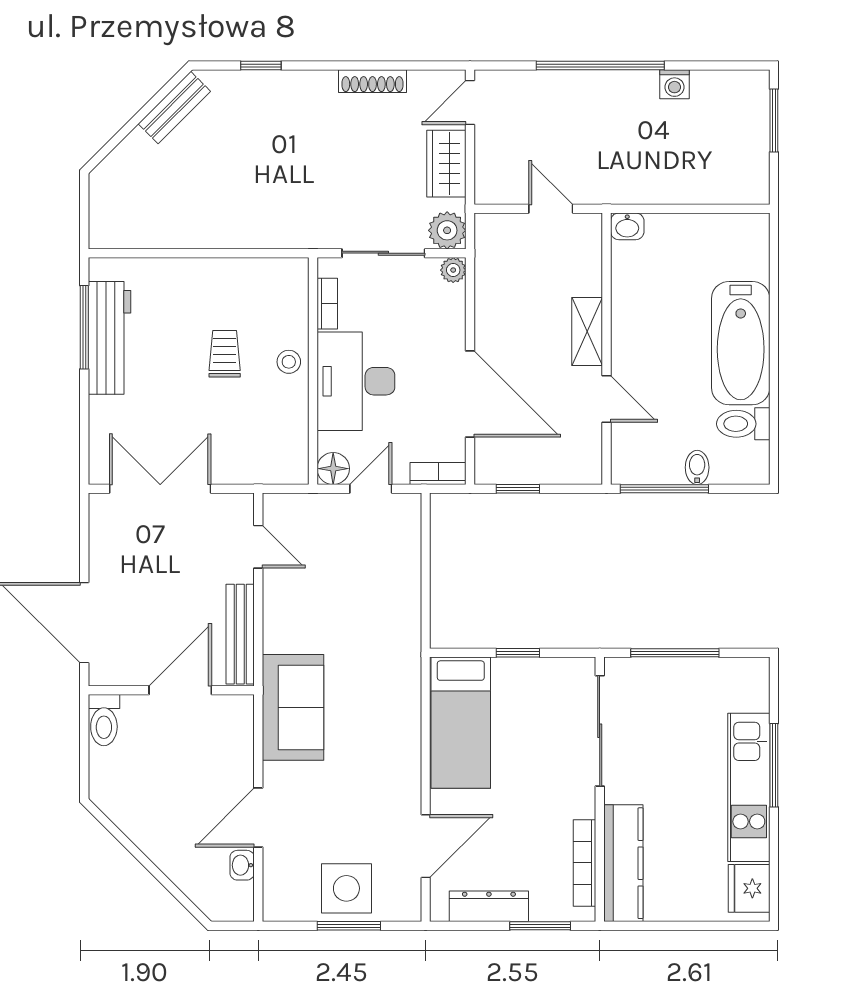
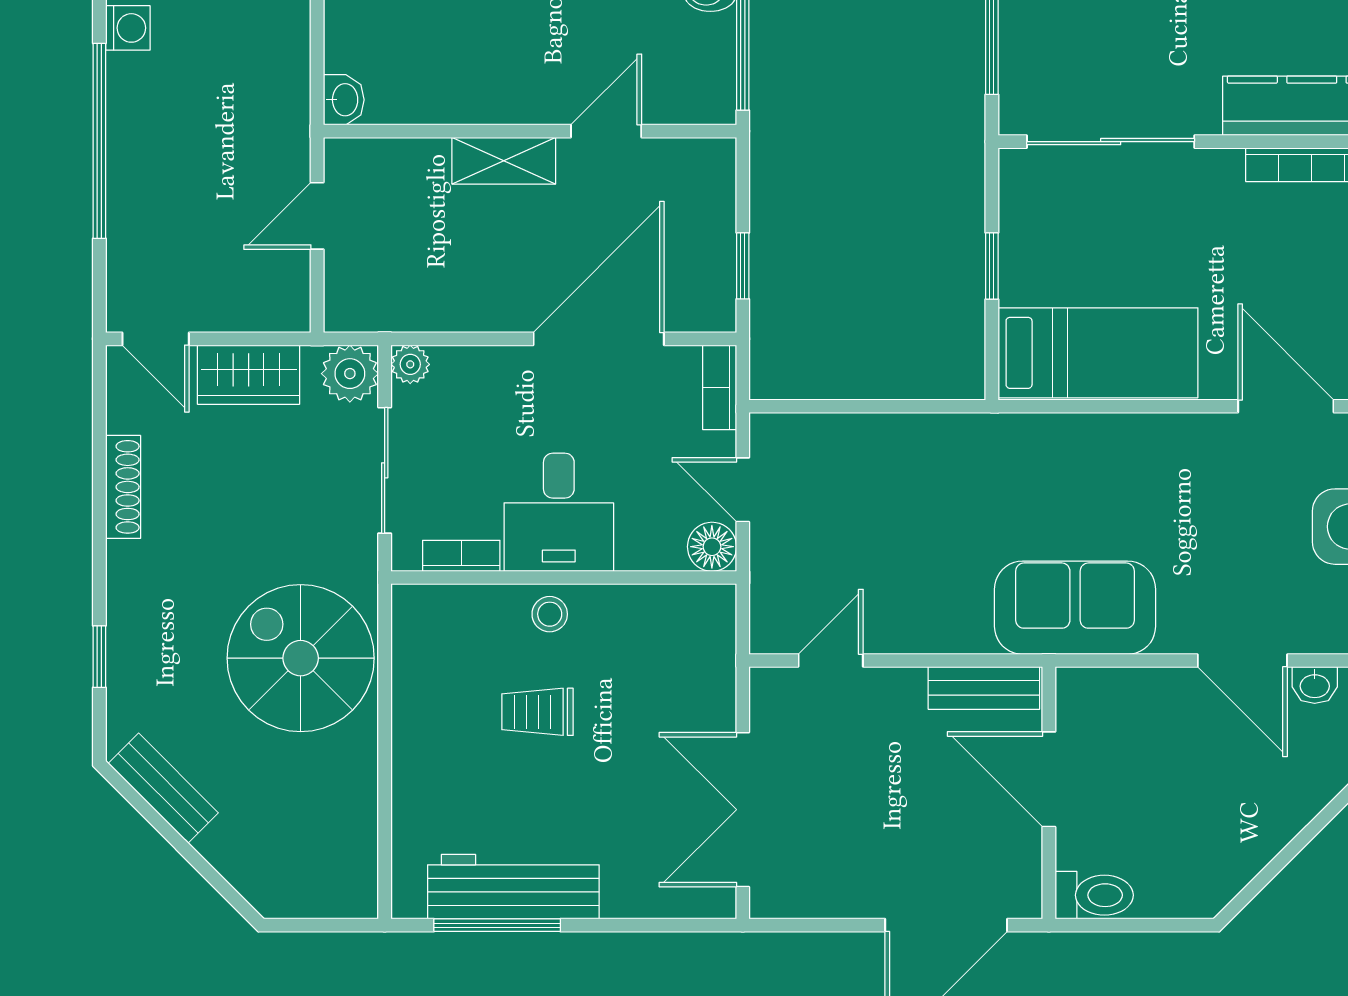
spiral stairs: (260, 198) -> (301, 658), added
desk: (356, 381) -> (559, 512), width x0.73
bench: (240, 634) -> (984, 688), width x0.73

